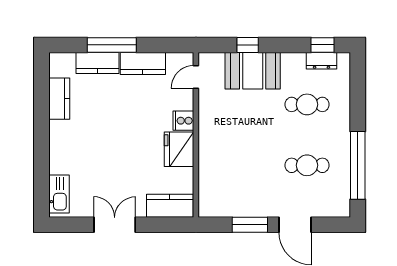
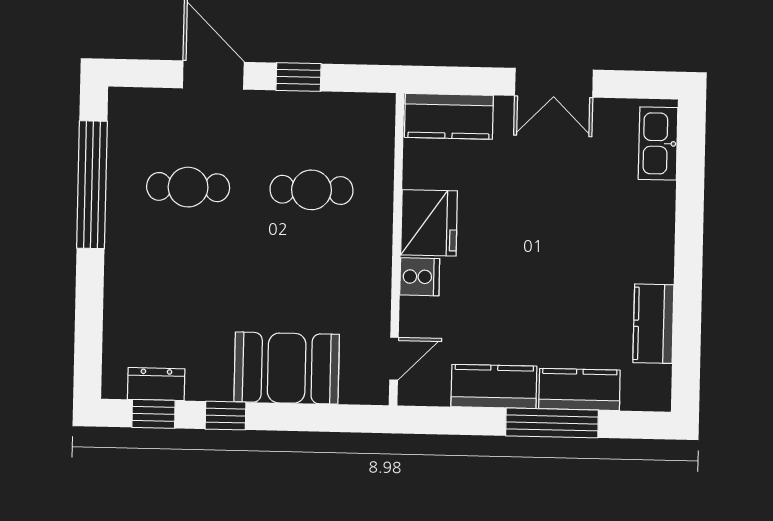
window: (248, 45) -> (225, 416), moved
cafe table: (307, 104) -> (311, 190), moved
window: (250, 225) -> (299, 77), width x0.67

